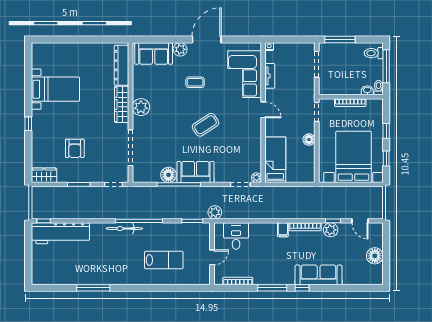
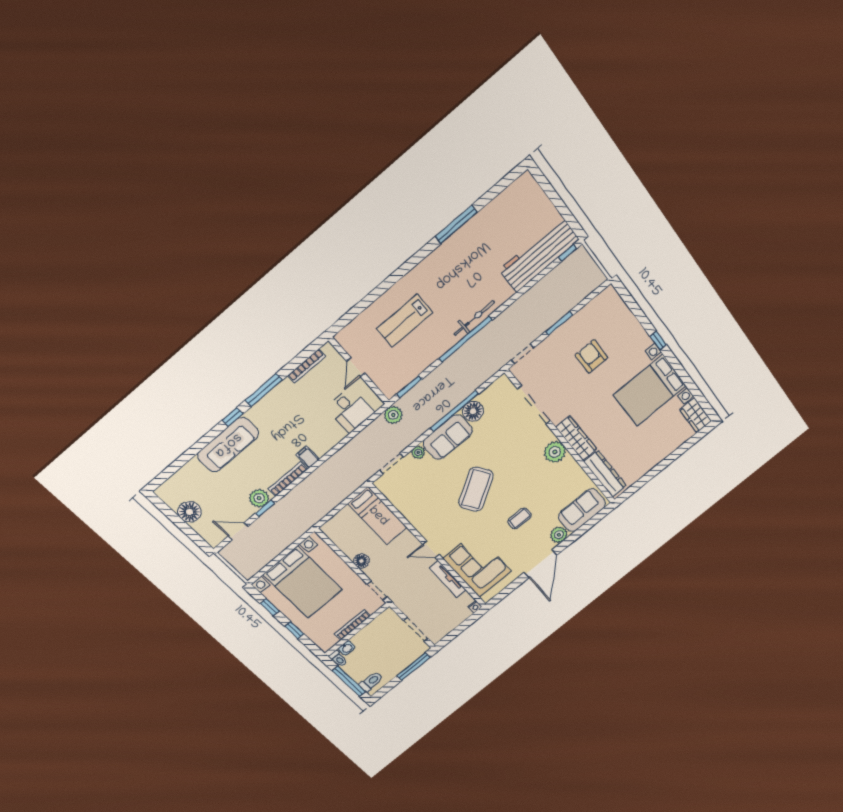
tv unit: (270, 76) -> (448, 579), width x1.41
bed with nightstands: (55, 89) -> (650, 390), width x1.36
coffee table: (206, 125) -> (476, 489), width x1.36, depth x1.32
wardrobe: (44, 175) -> (696, 415), moved, turned 90
plant: (256, 178) -> (418, 452), moved

